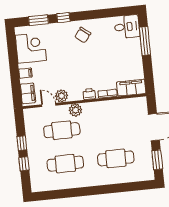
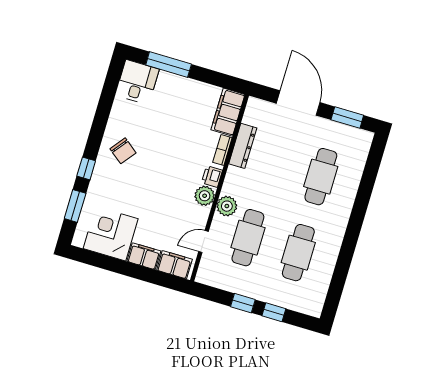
filing cabinet: (25, 73) -> (144, 256), width x2.00
plant: (62, 96) -> (205, 196), moved
dresser: (115, 105) -> (243, 146), added

